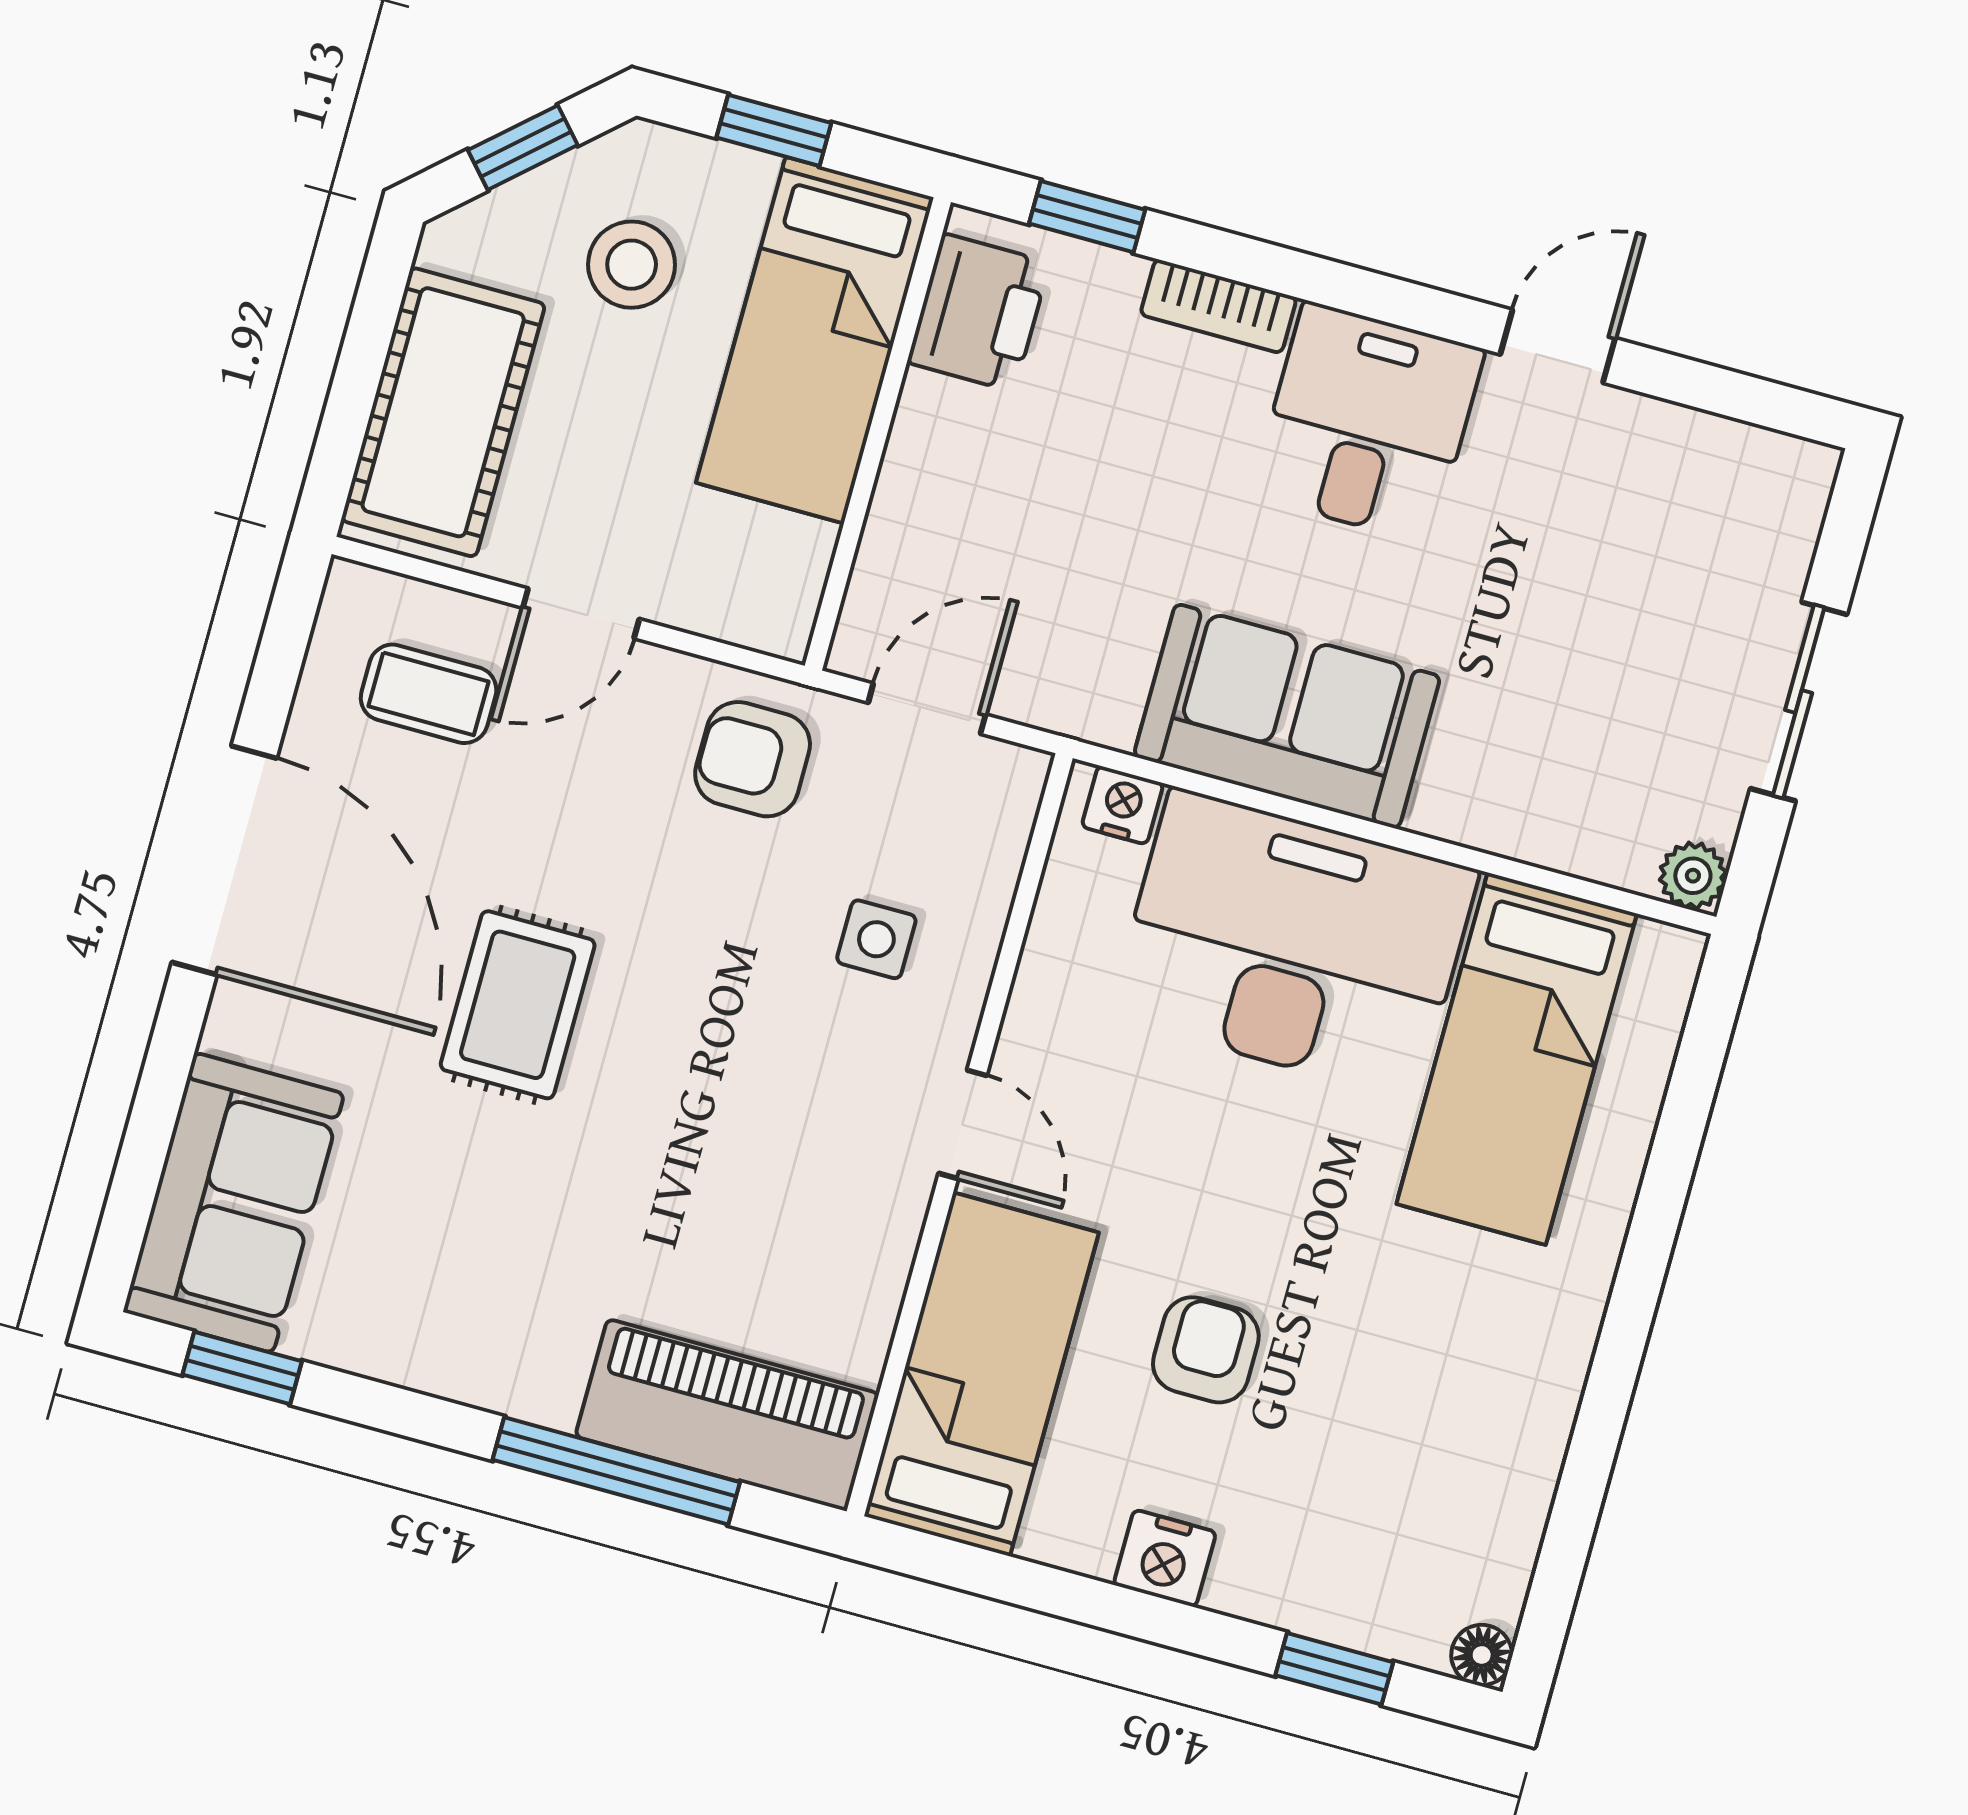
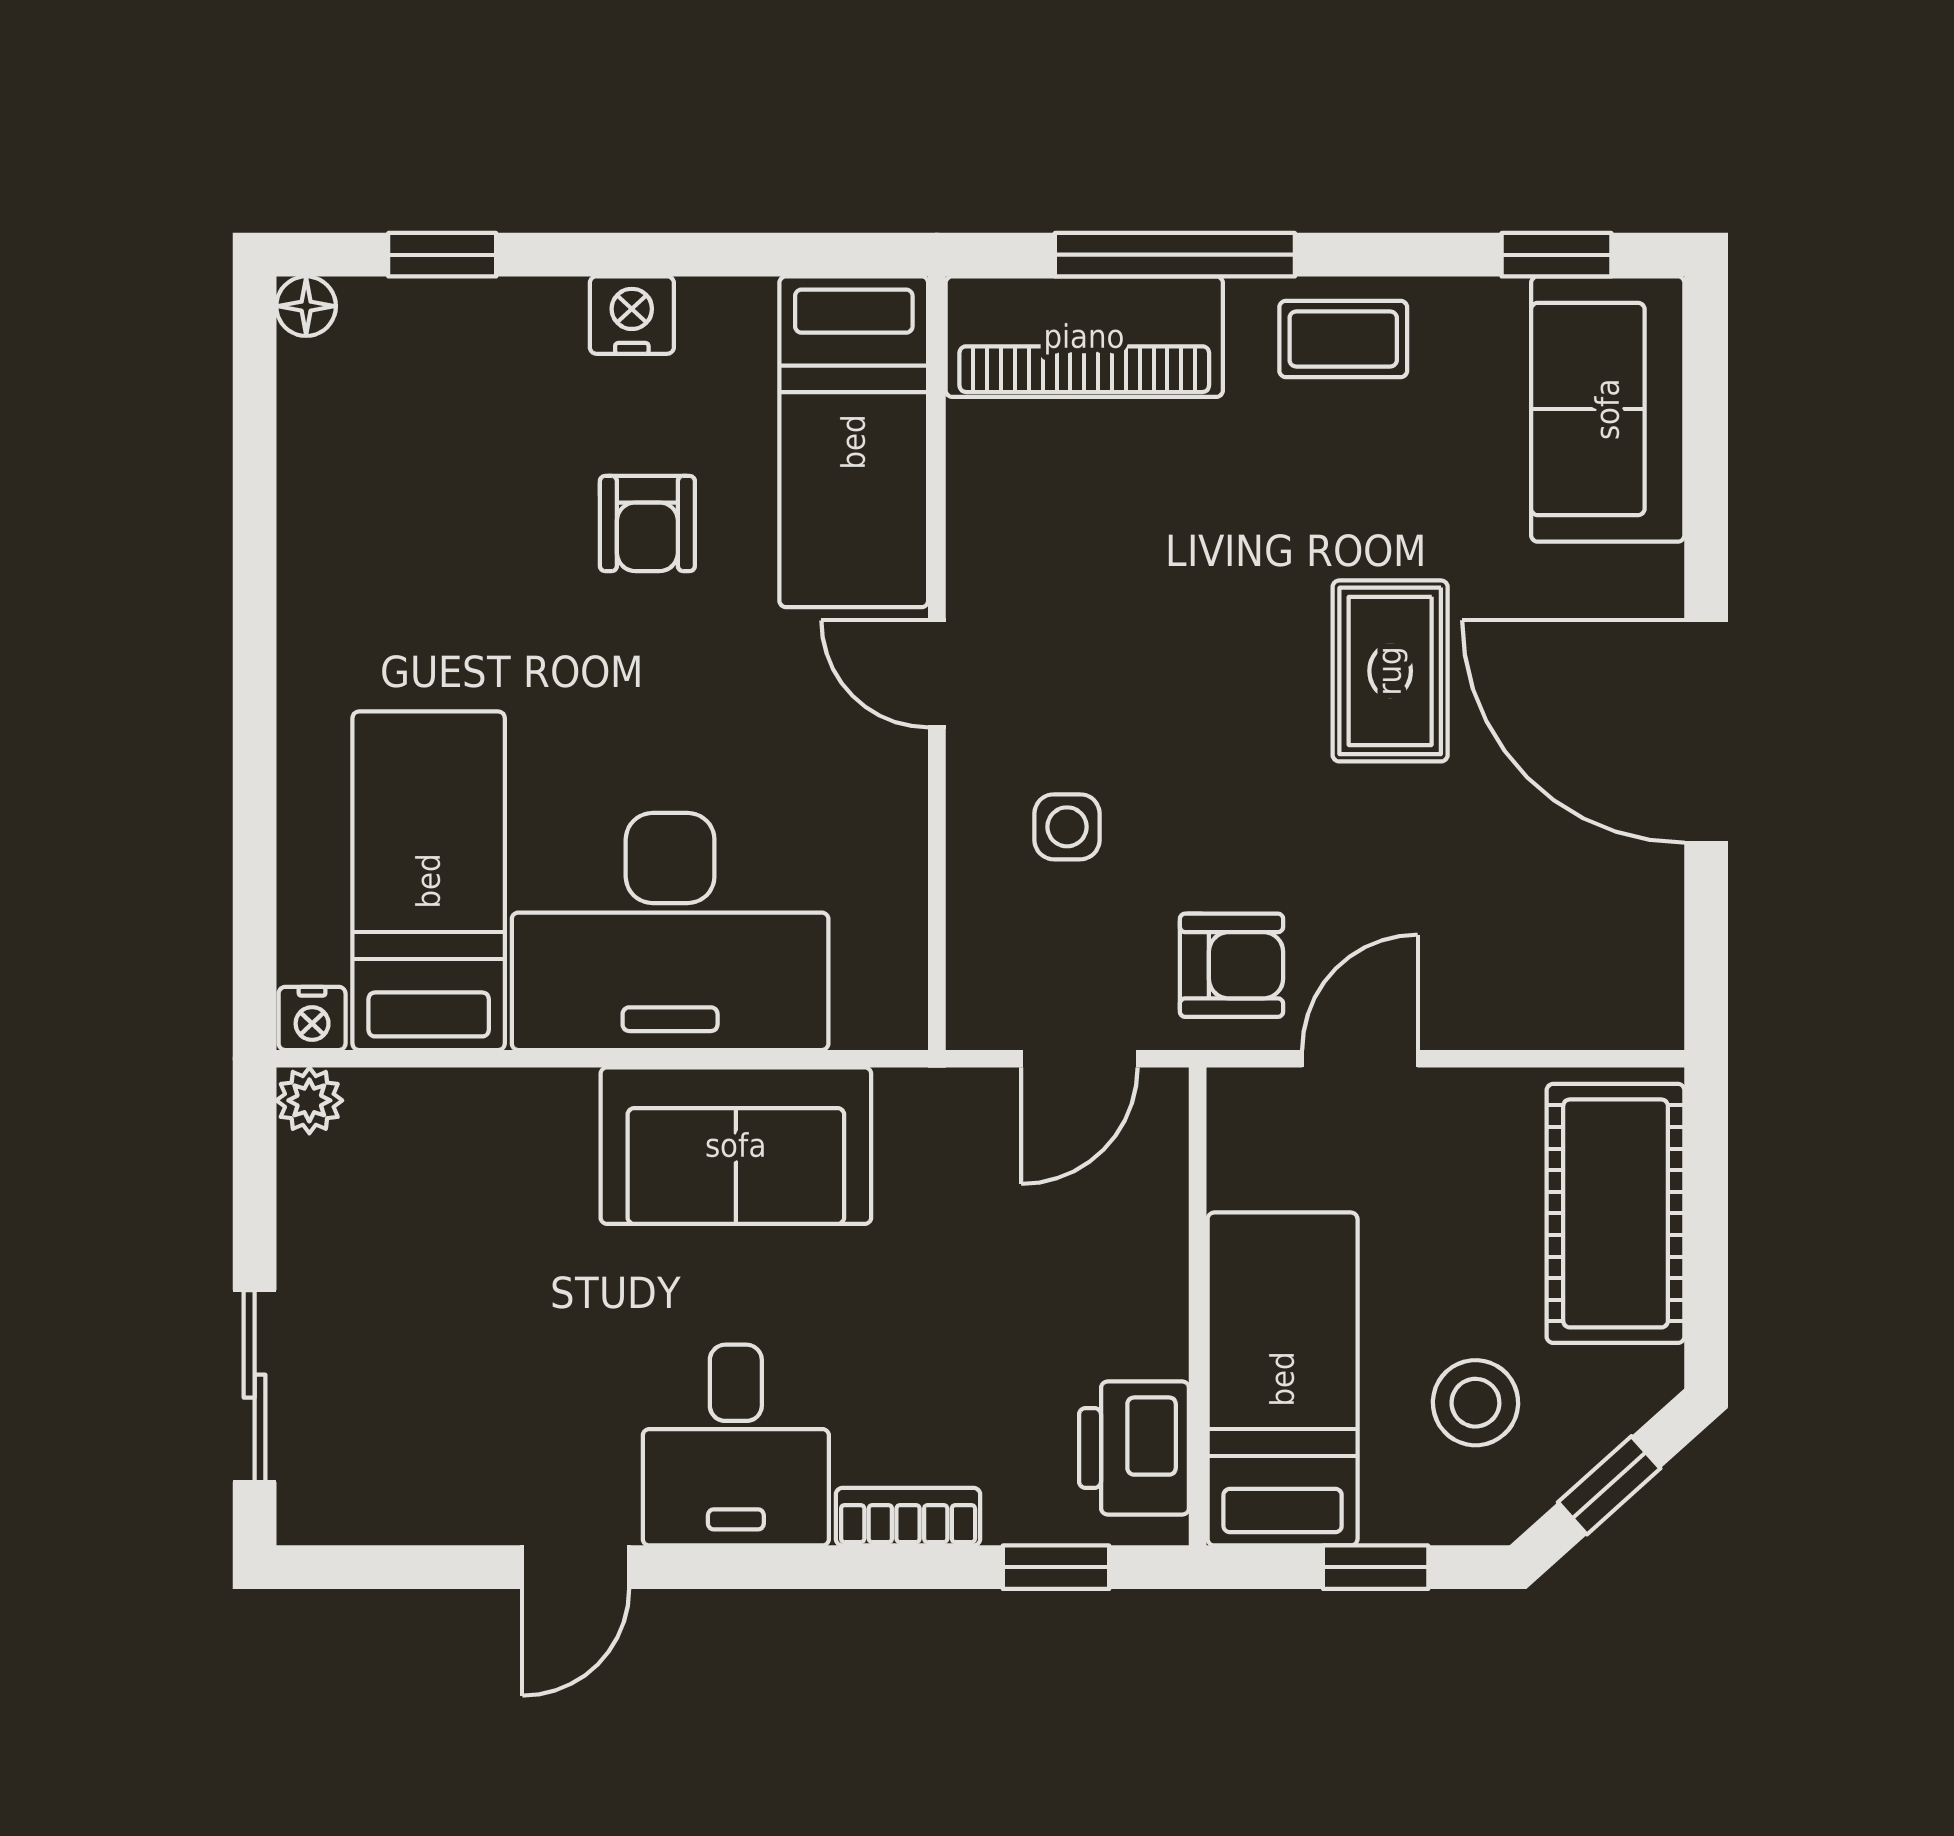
door: (581, 613) -> (1360, 1059), moved
coffee table: (429, 694) -> (1343, 339), moved
sliding door: (1799, 701) -> (255, 1386), moved
nightstand: (1122, 805) -> (312, 1018), moved

